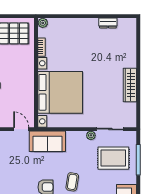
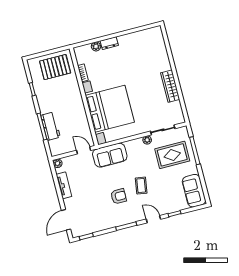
plant: (43, 23) -> (96, 46), moved
dresser: (108, 23) -> (109, 43), moved

